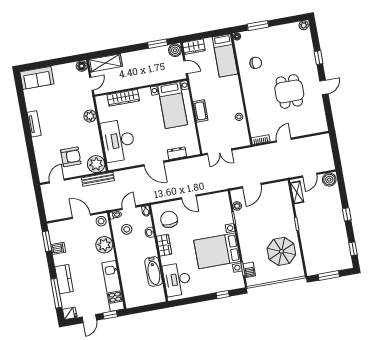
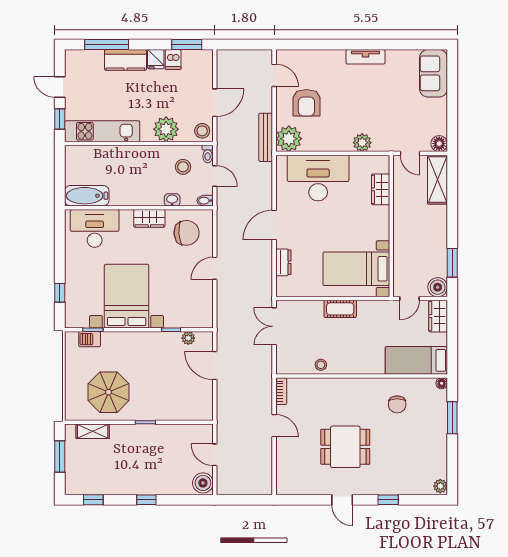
wardrobe: (123, 98) -> (381, 189), width x0.67
shelving: (297, 192) -> (93, 431), moved
bathtub: (154, 271) -> (87, 196), moved
fridge: (70, 313) -> (156, 59), moved

